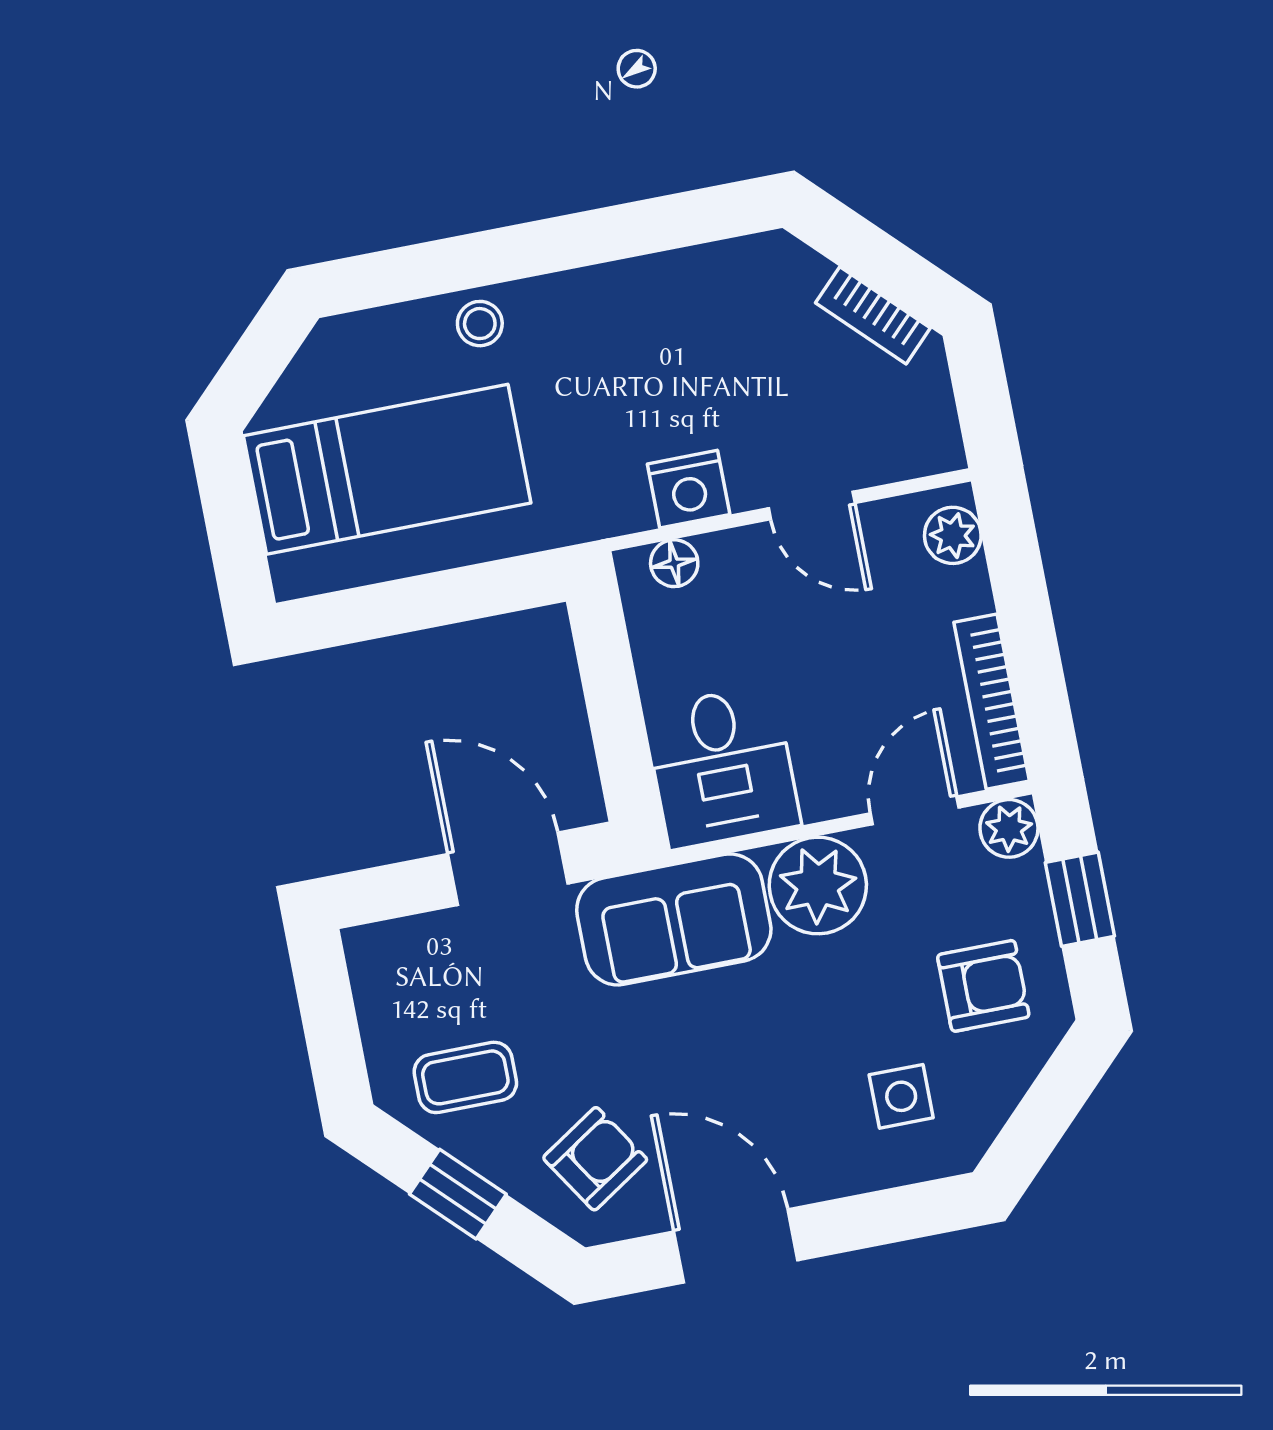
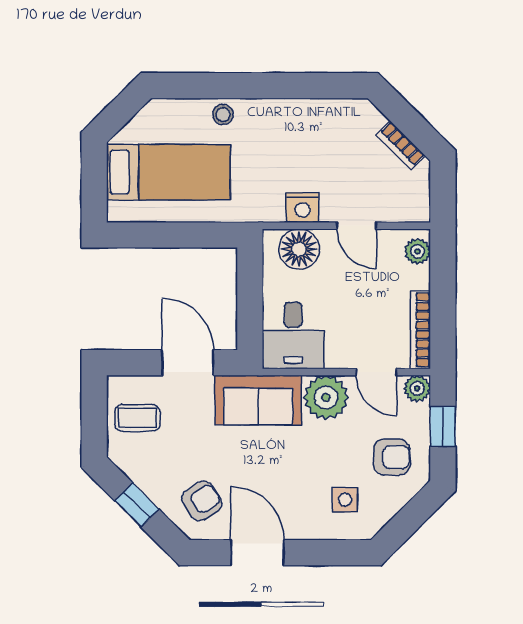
floor lamp: (674, 563) -> (299, 249), width x1.89, depth x1.89
door: (915, 810) -> (376, 372), swing flipped
coffee table: (465, 1077) -> (137, 418), moved

